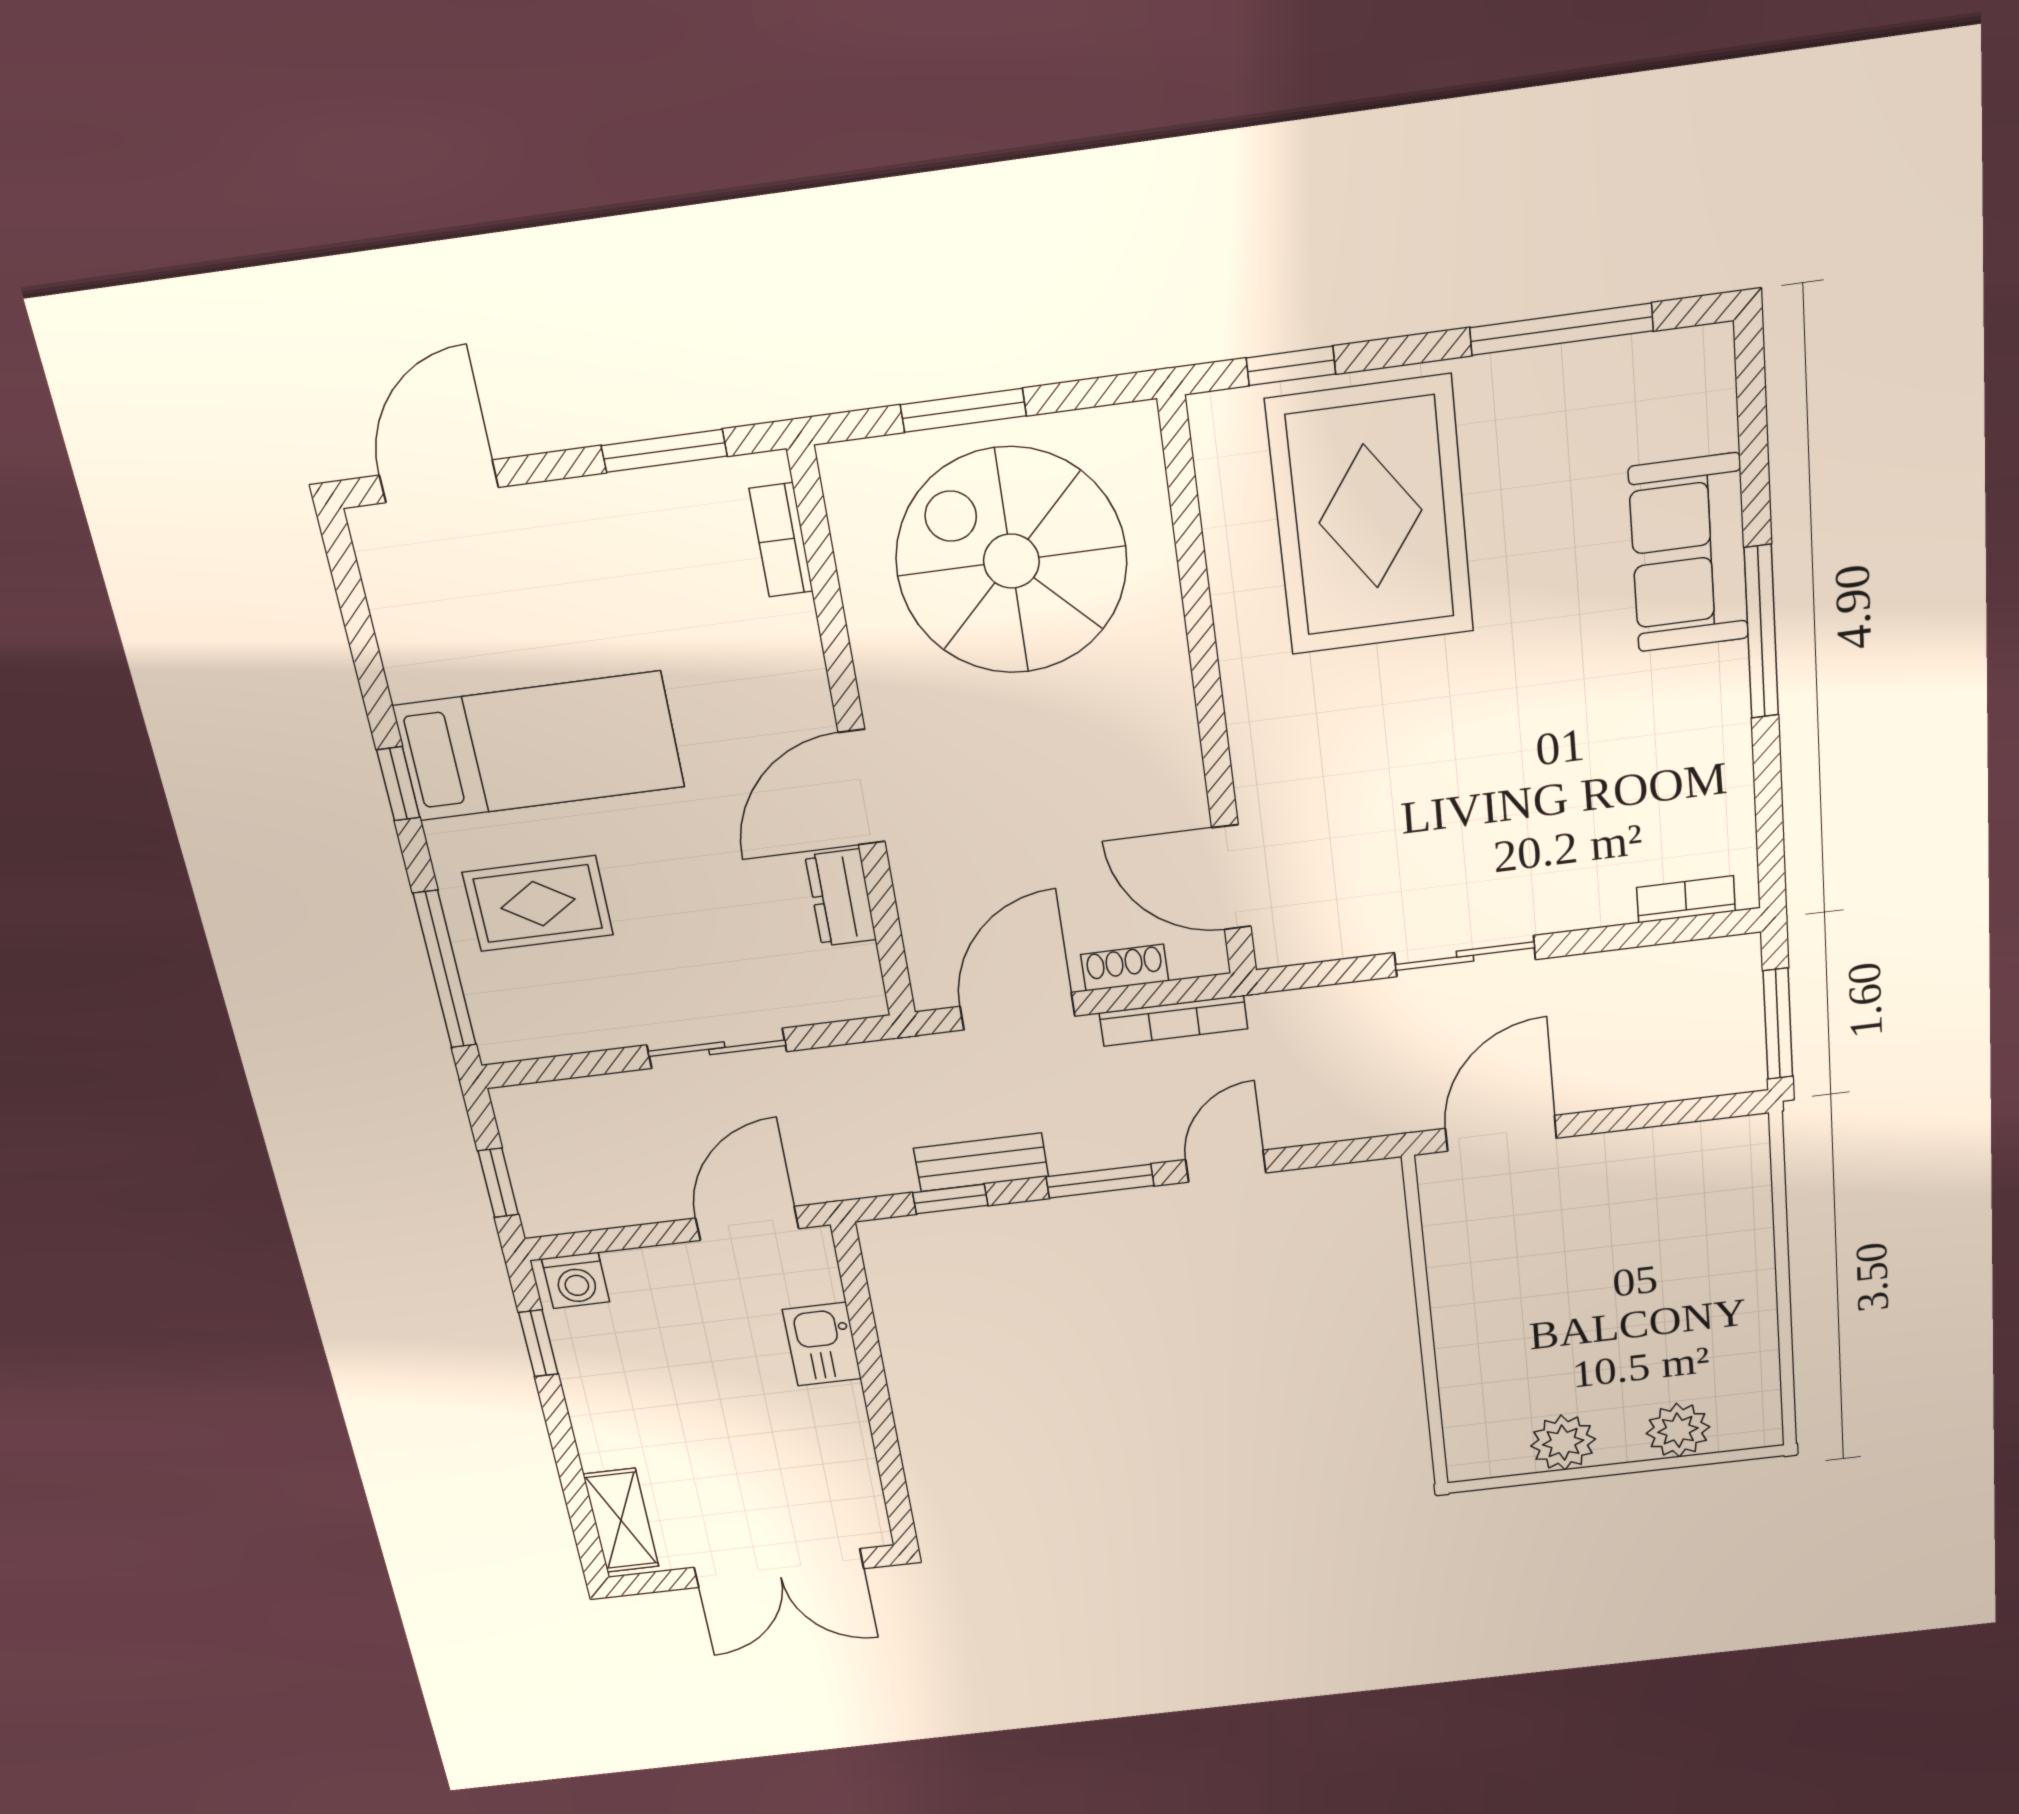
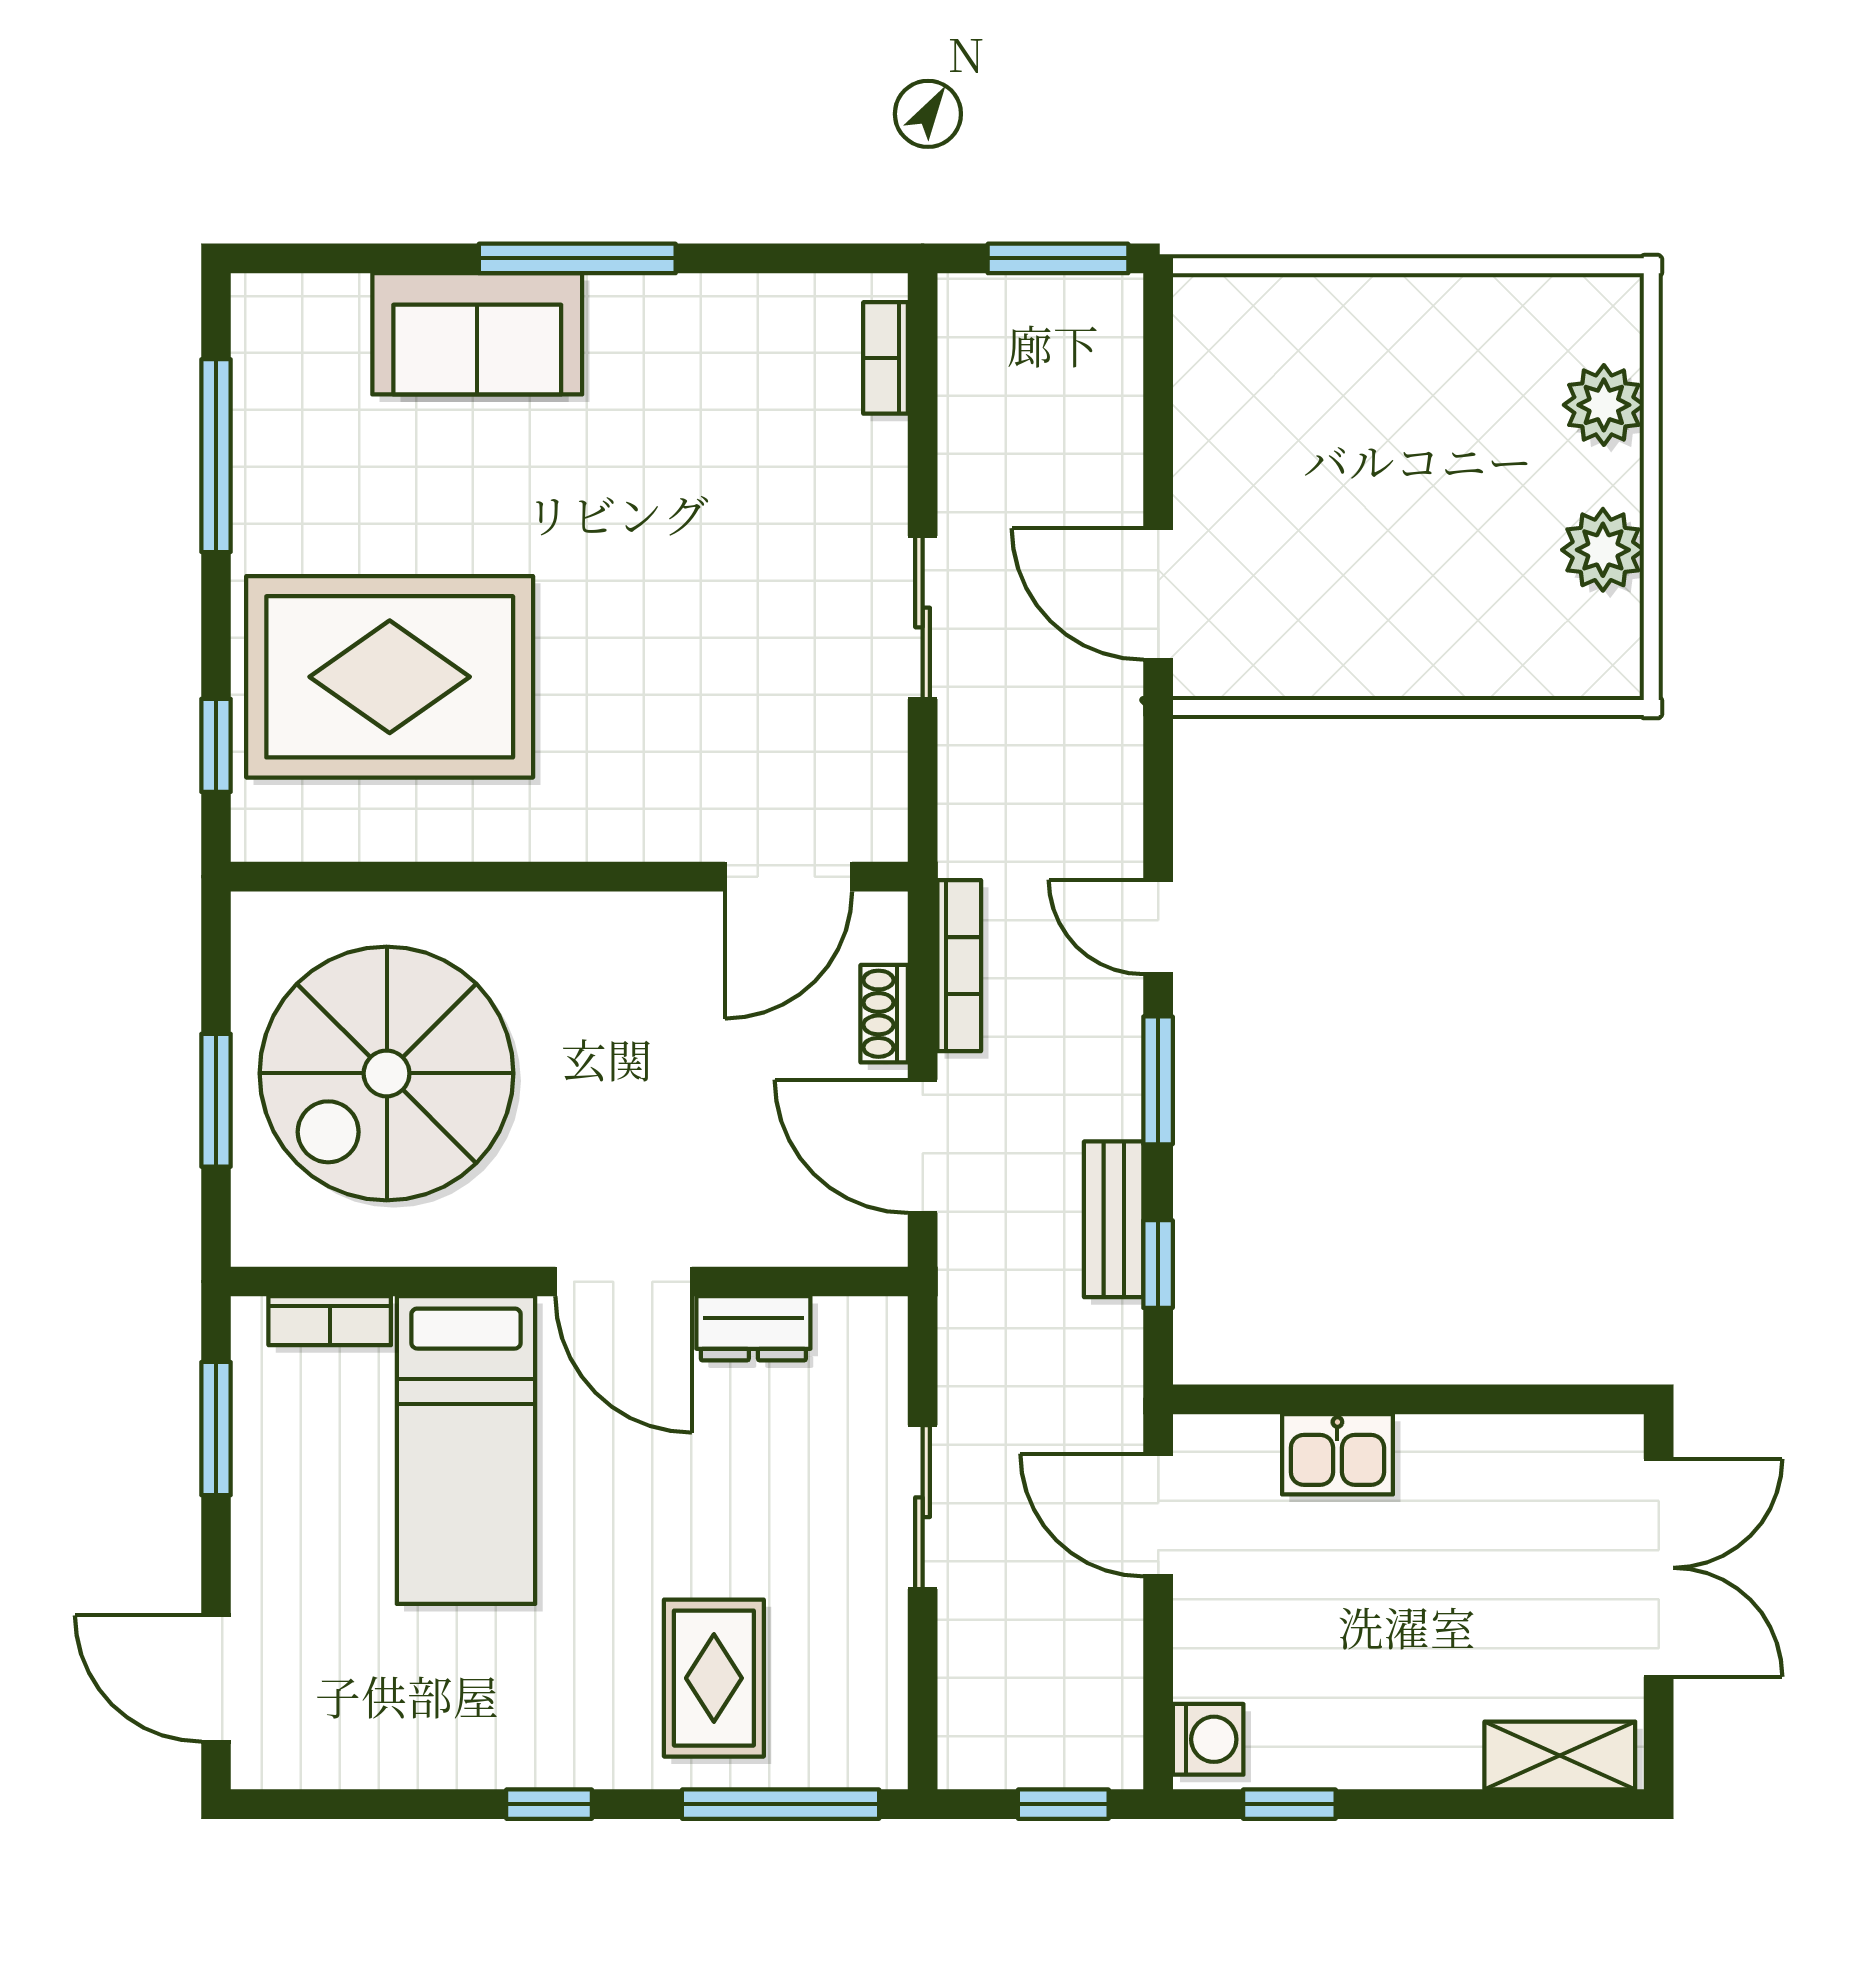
bed: (539, 746) -> (466, 1450), moved, turned 180

